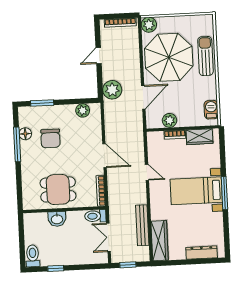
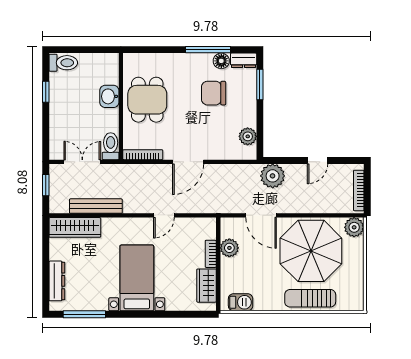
door: (99, 56) -> (317, 160), swing flipped
sun lounger: (205, 56) -> (310, 298), turned 180
dresser: (24, 117) -> (244, 60), added
window: (224, 193) -> (84, 314), moved

